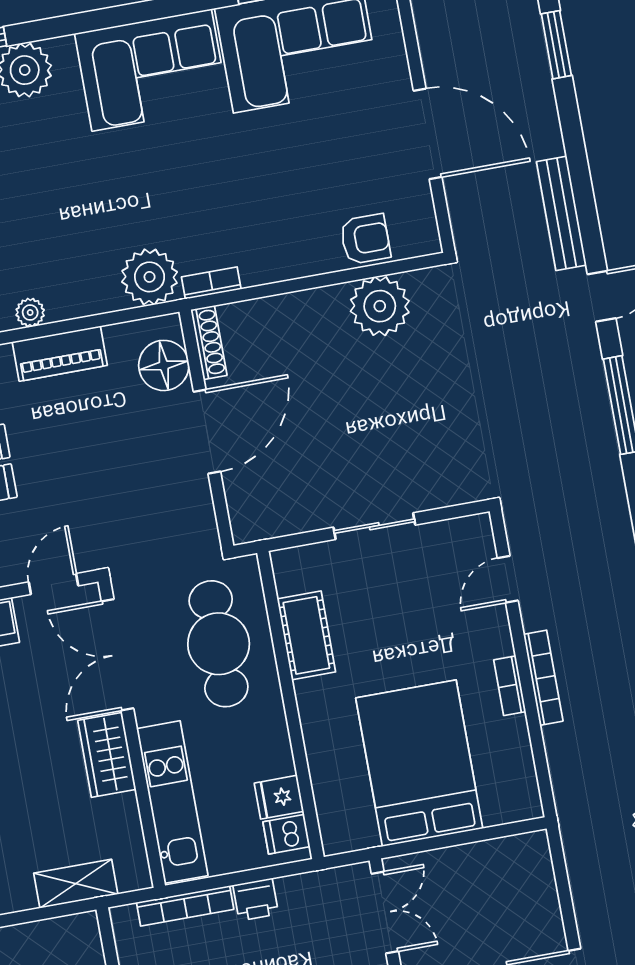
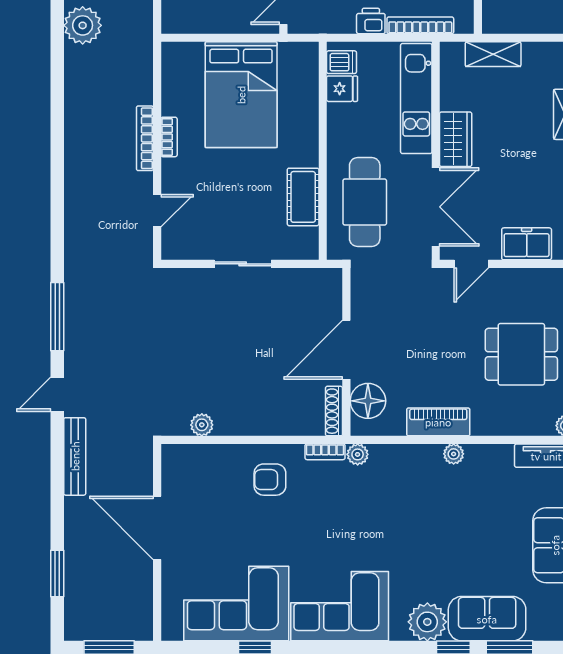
armchair: (365, 239) -> (270, 480), moved
plant: (150, 277) -> (358, 454), width x0.53, depth x0.53
plant: (380, 306) -> (202, 425), width x0.53, depth x0.53

